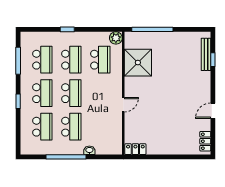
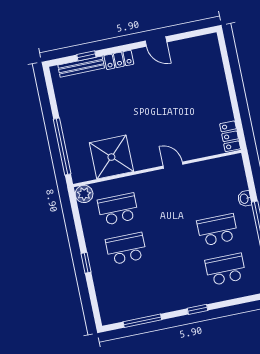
school desk: (42, 60) -> (134, 288), removed
school desk: (42, 93) -> (180, 279), removed
school desk: (71, 93) -> (172, 239), removed
locker: (205, 141) -> (119, 60), moved

